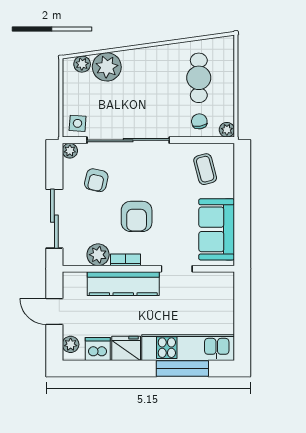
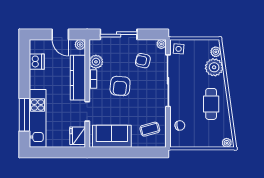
cafe table: (199, 78) -> (211, 104), moved, turned 90
plant: (227, 130) -> (227, 143), moved
armchair: (137, 216) -> (120, 86), turned -85
door: (54, 312) -> (60, 34), swing flipped
plant: (71, 344) -> (80, 45), moved
fridge: (126, 348) -> (78, 136), moved, turned 180

